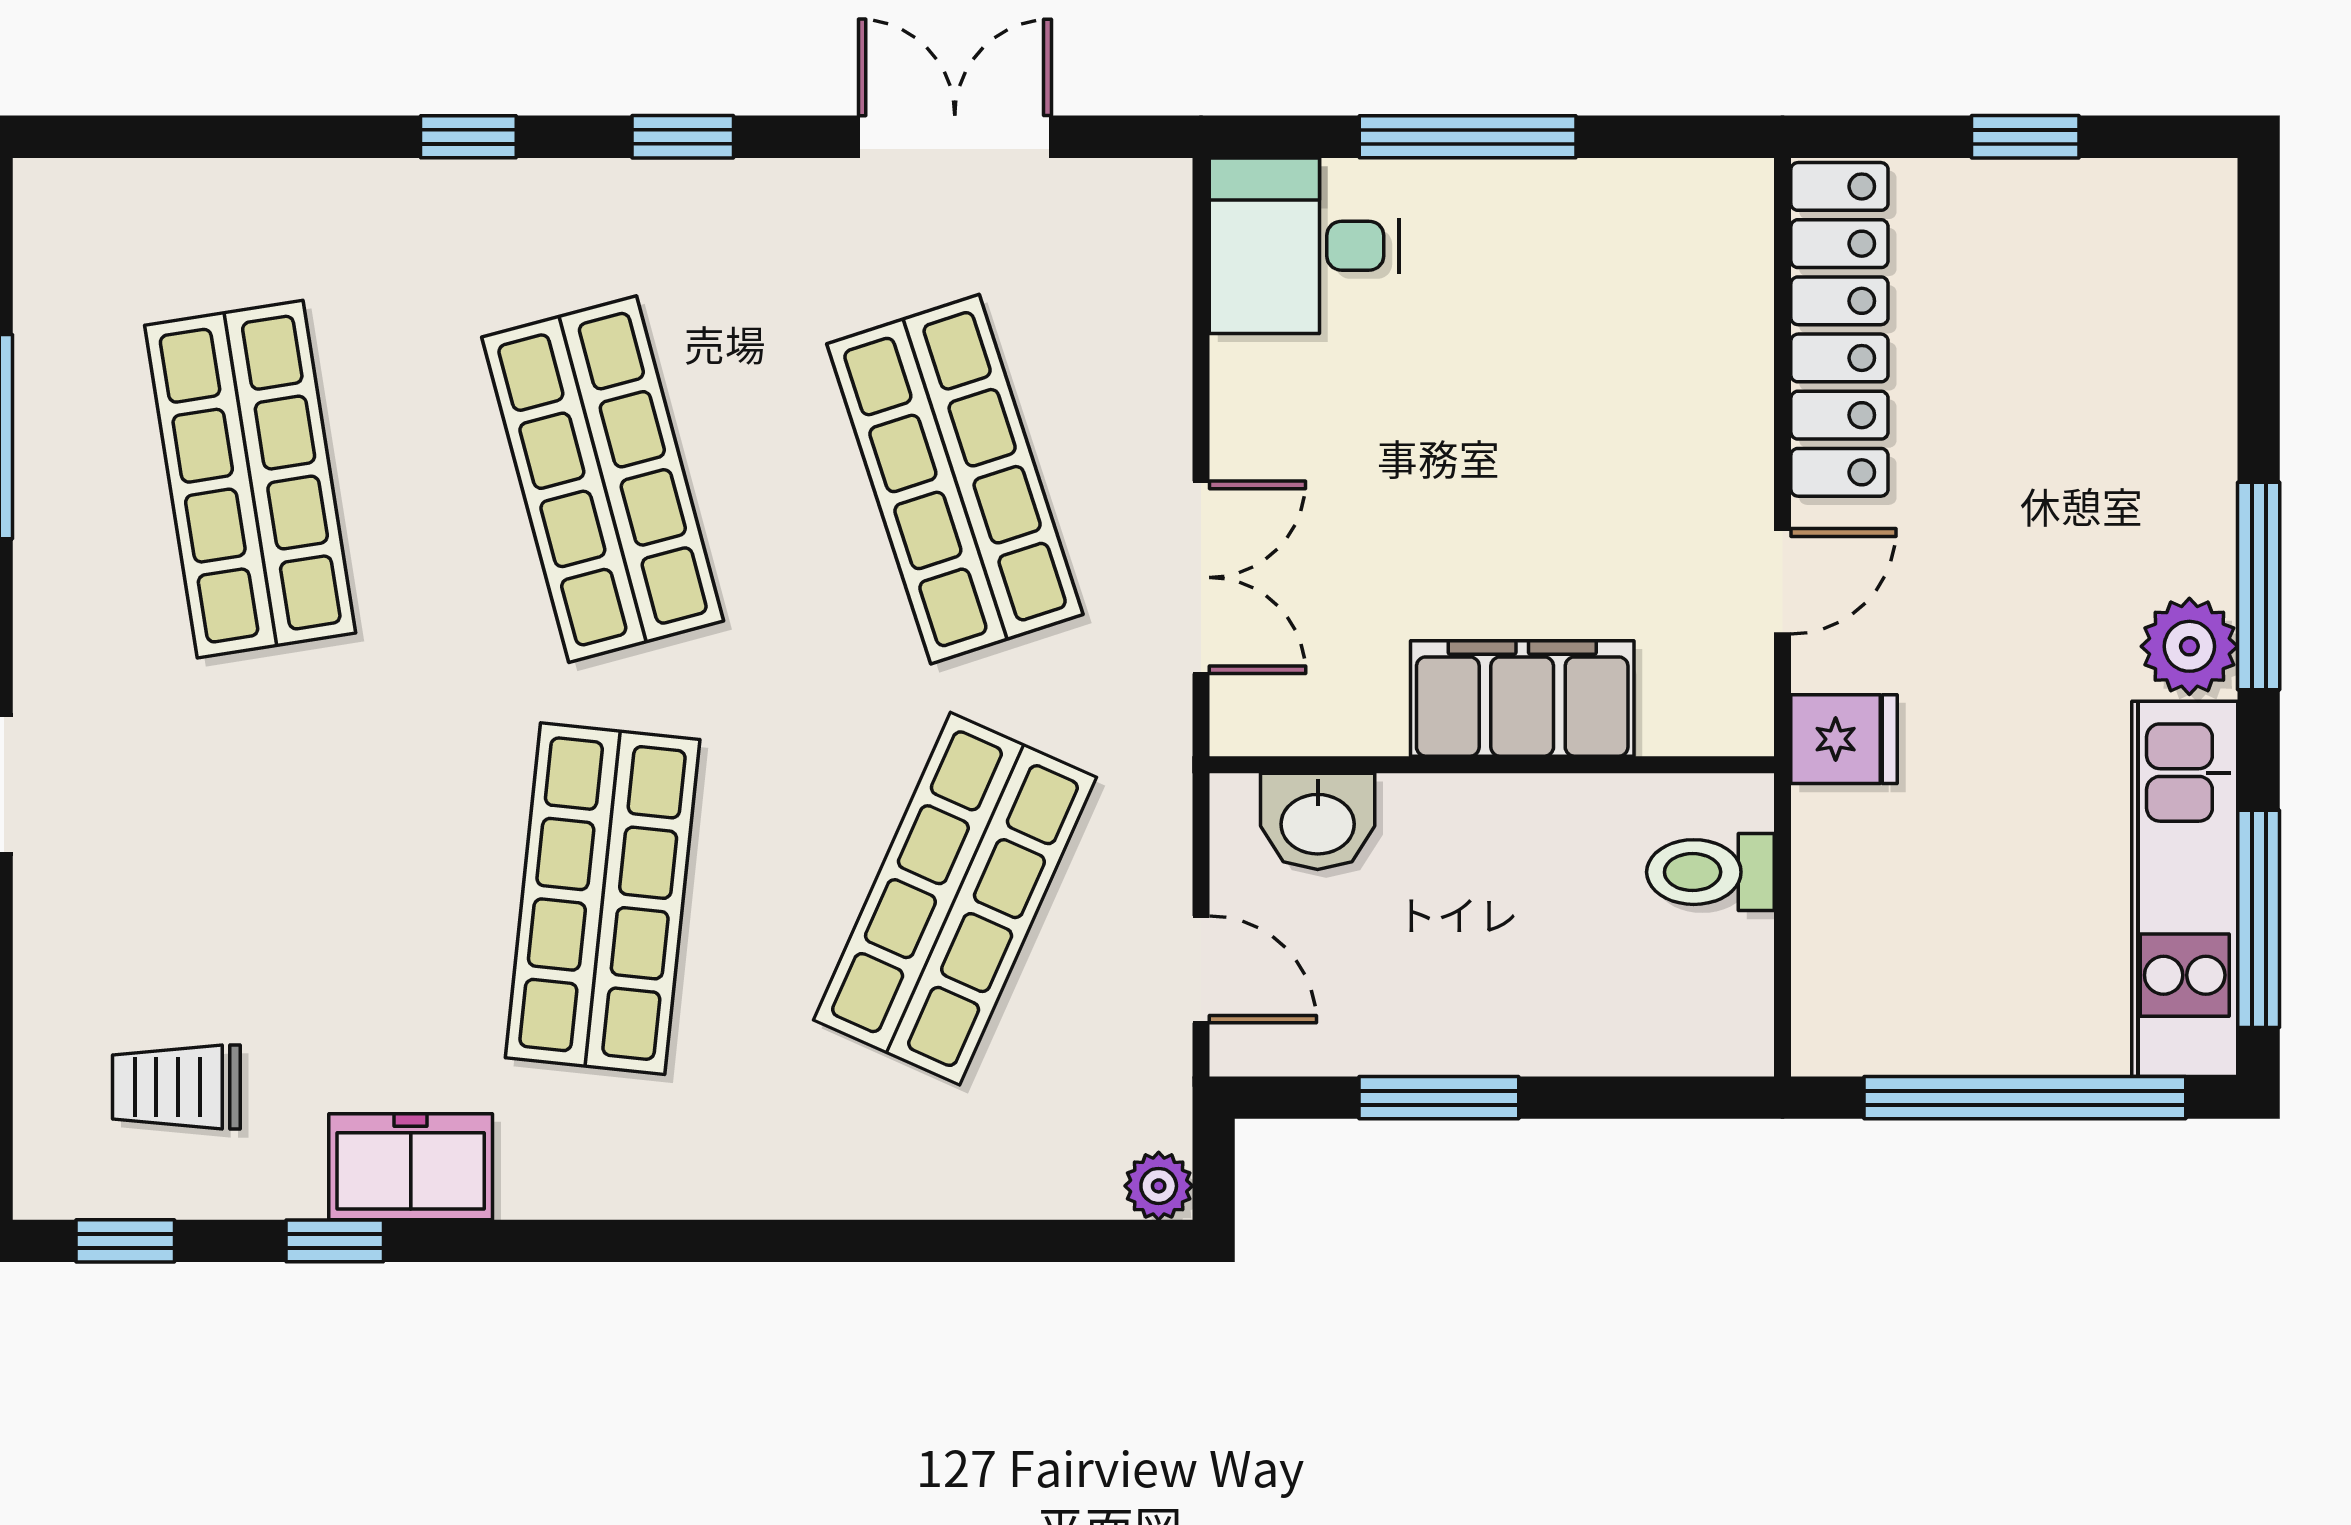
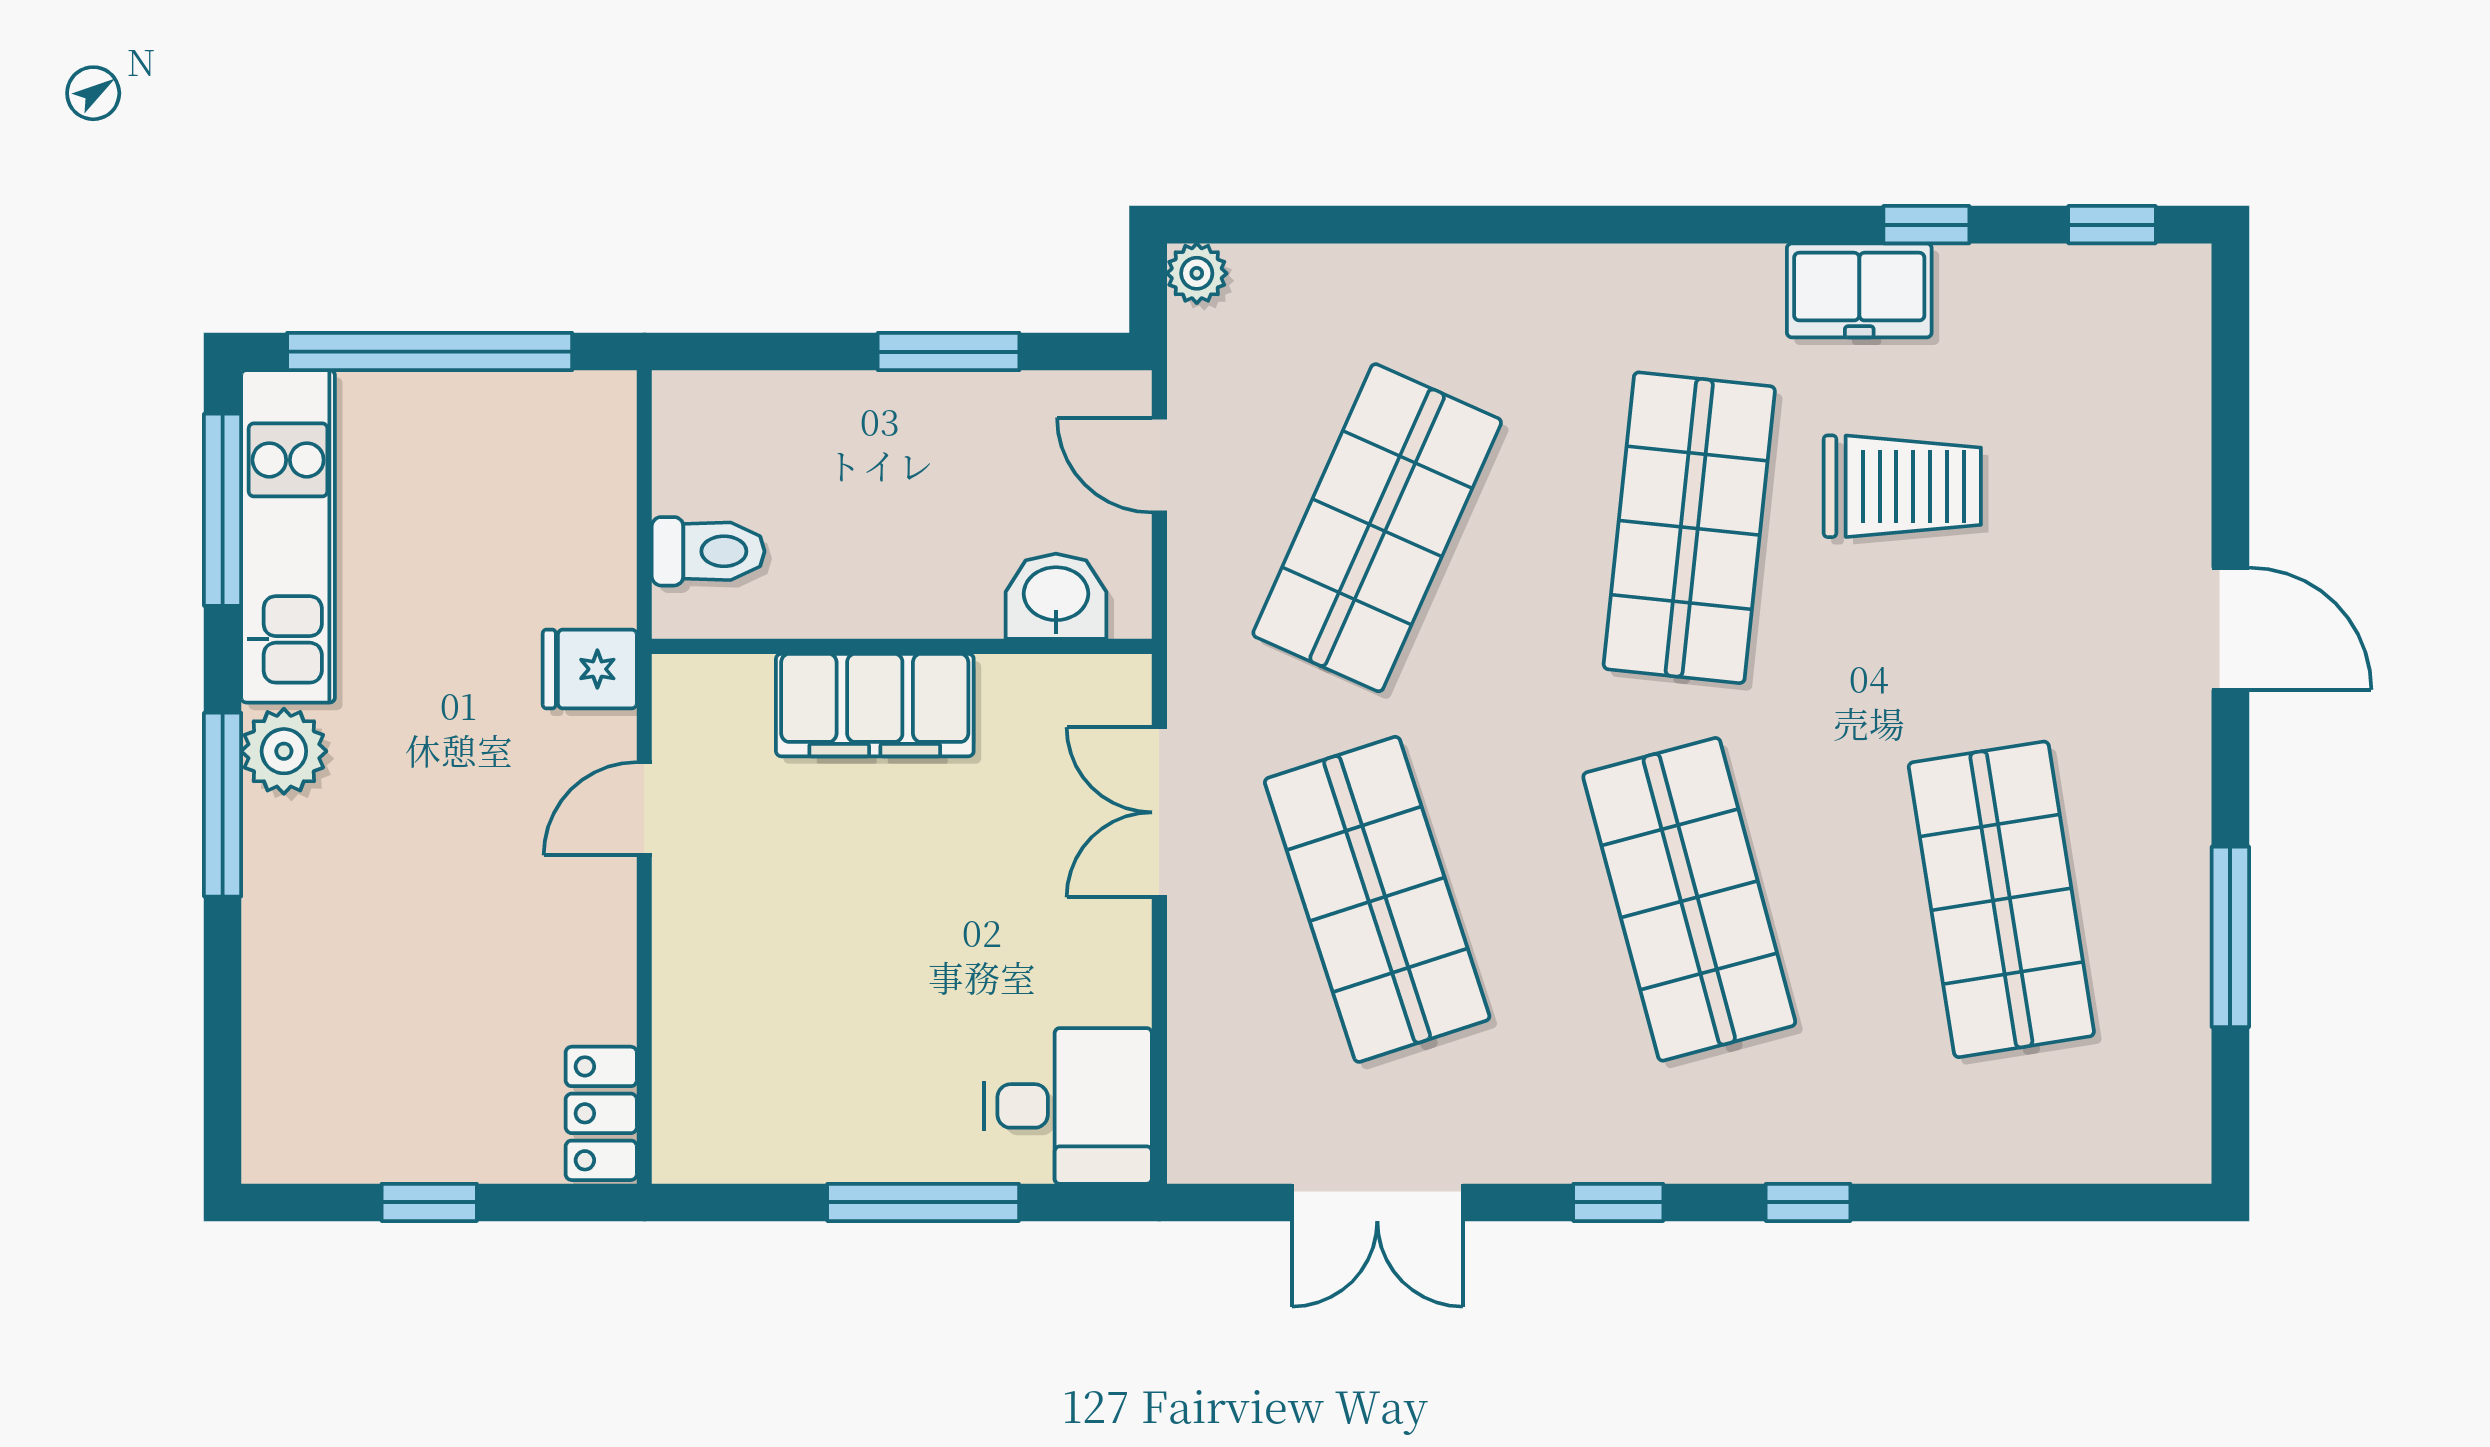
locker: (1839, 329) -> (601, 1113), width x0.46, depth x0.83
trolley: (176, 1087) -> (1902, 486), moved, width x1.36, depth x1.39

